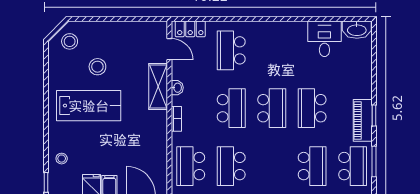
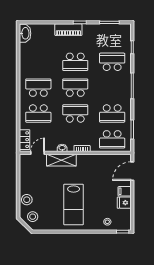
desk: (324, 39) -> (31, 54), removed
stool: (97, 67) -> (27, 200), moved
lab bench: (89, 106) -> (74, 204), turned 180
piano: (363, 120) -> (68, 30), moved
school desk: (353, 166) -> (38, 88), moved

